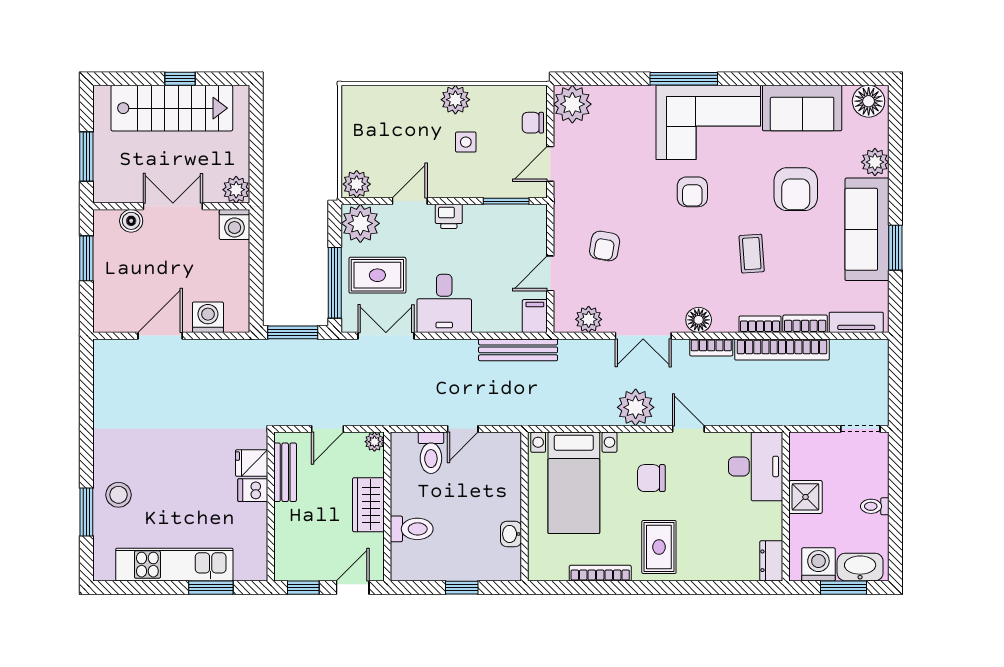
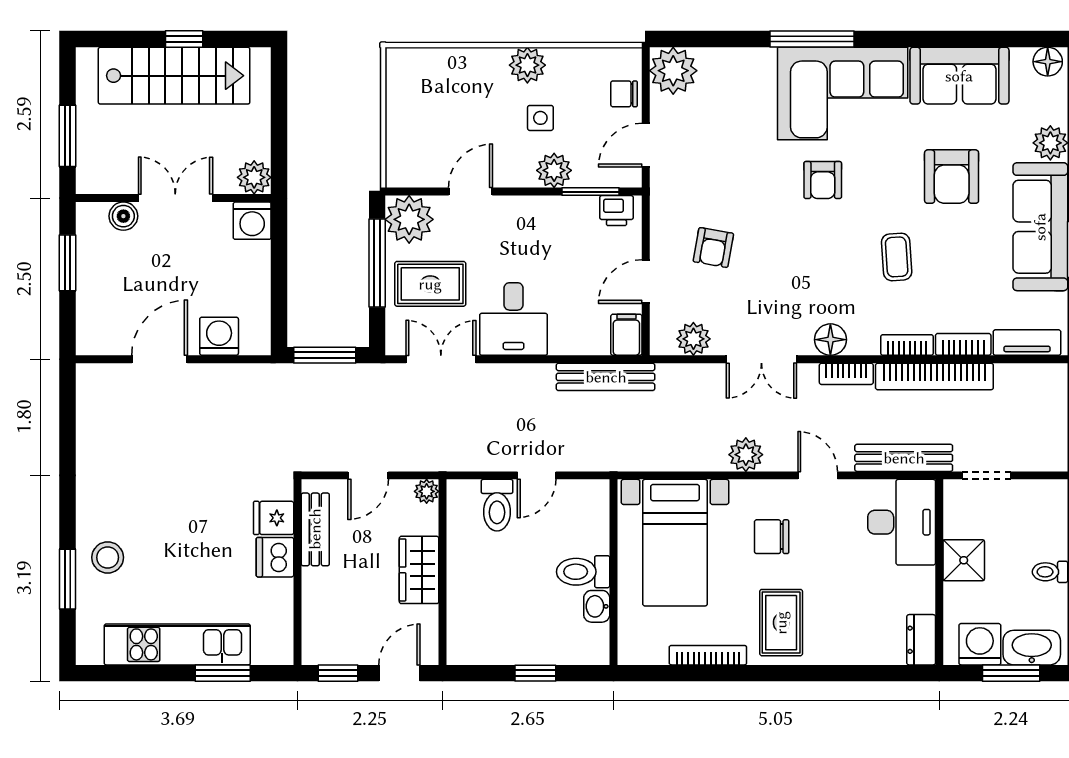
floor lamp: (869, 101) -> (1048, 62), width x0.73, depth x0.73
plant: (357, 184) -> (554, 170), moved
printer: (449, 216) -> (616, 211), moved
window: (335, 283) -> (377, 263), moved
plant: (636, 407) -> (746, 455), width x0.73, depth x0.73
bench: (757, 415) -> (904, 458), added
doorway: (860, 429) -> (986, 475), moved
dishwasher: (253, 490) -> (275, 557), width x1.38
toilet: (412, 529) -> (583, 572), moved, turned 180

